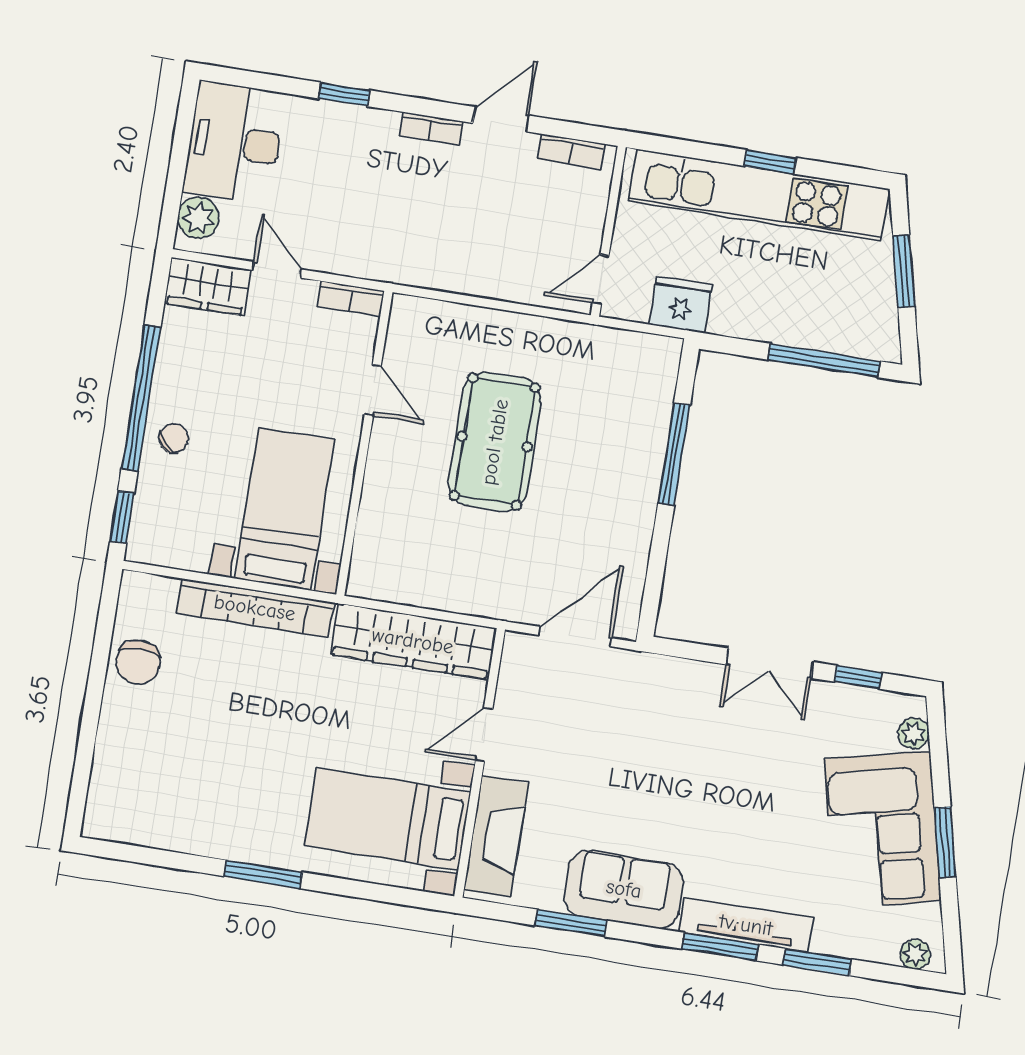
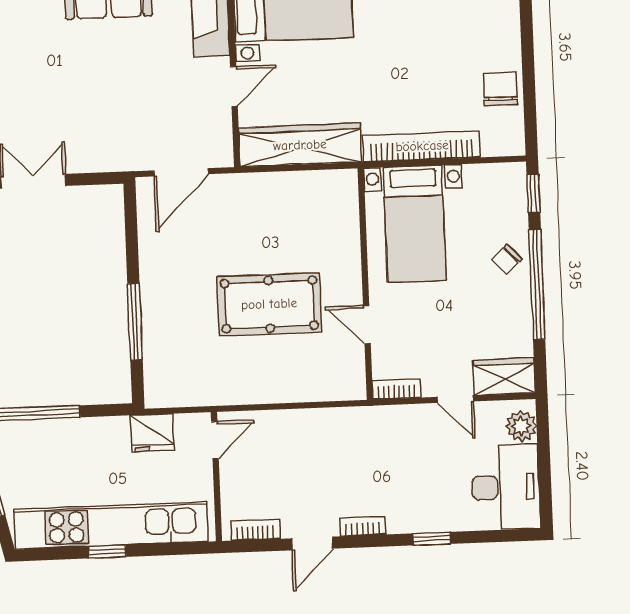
pool table: (495, 442) -> (269, 304), turned 90

